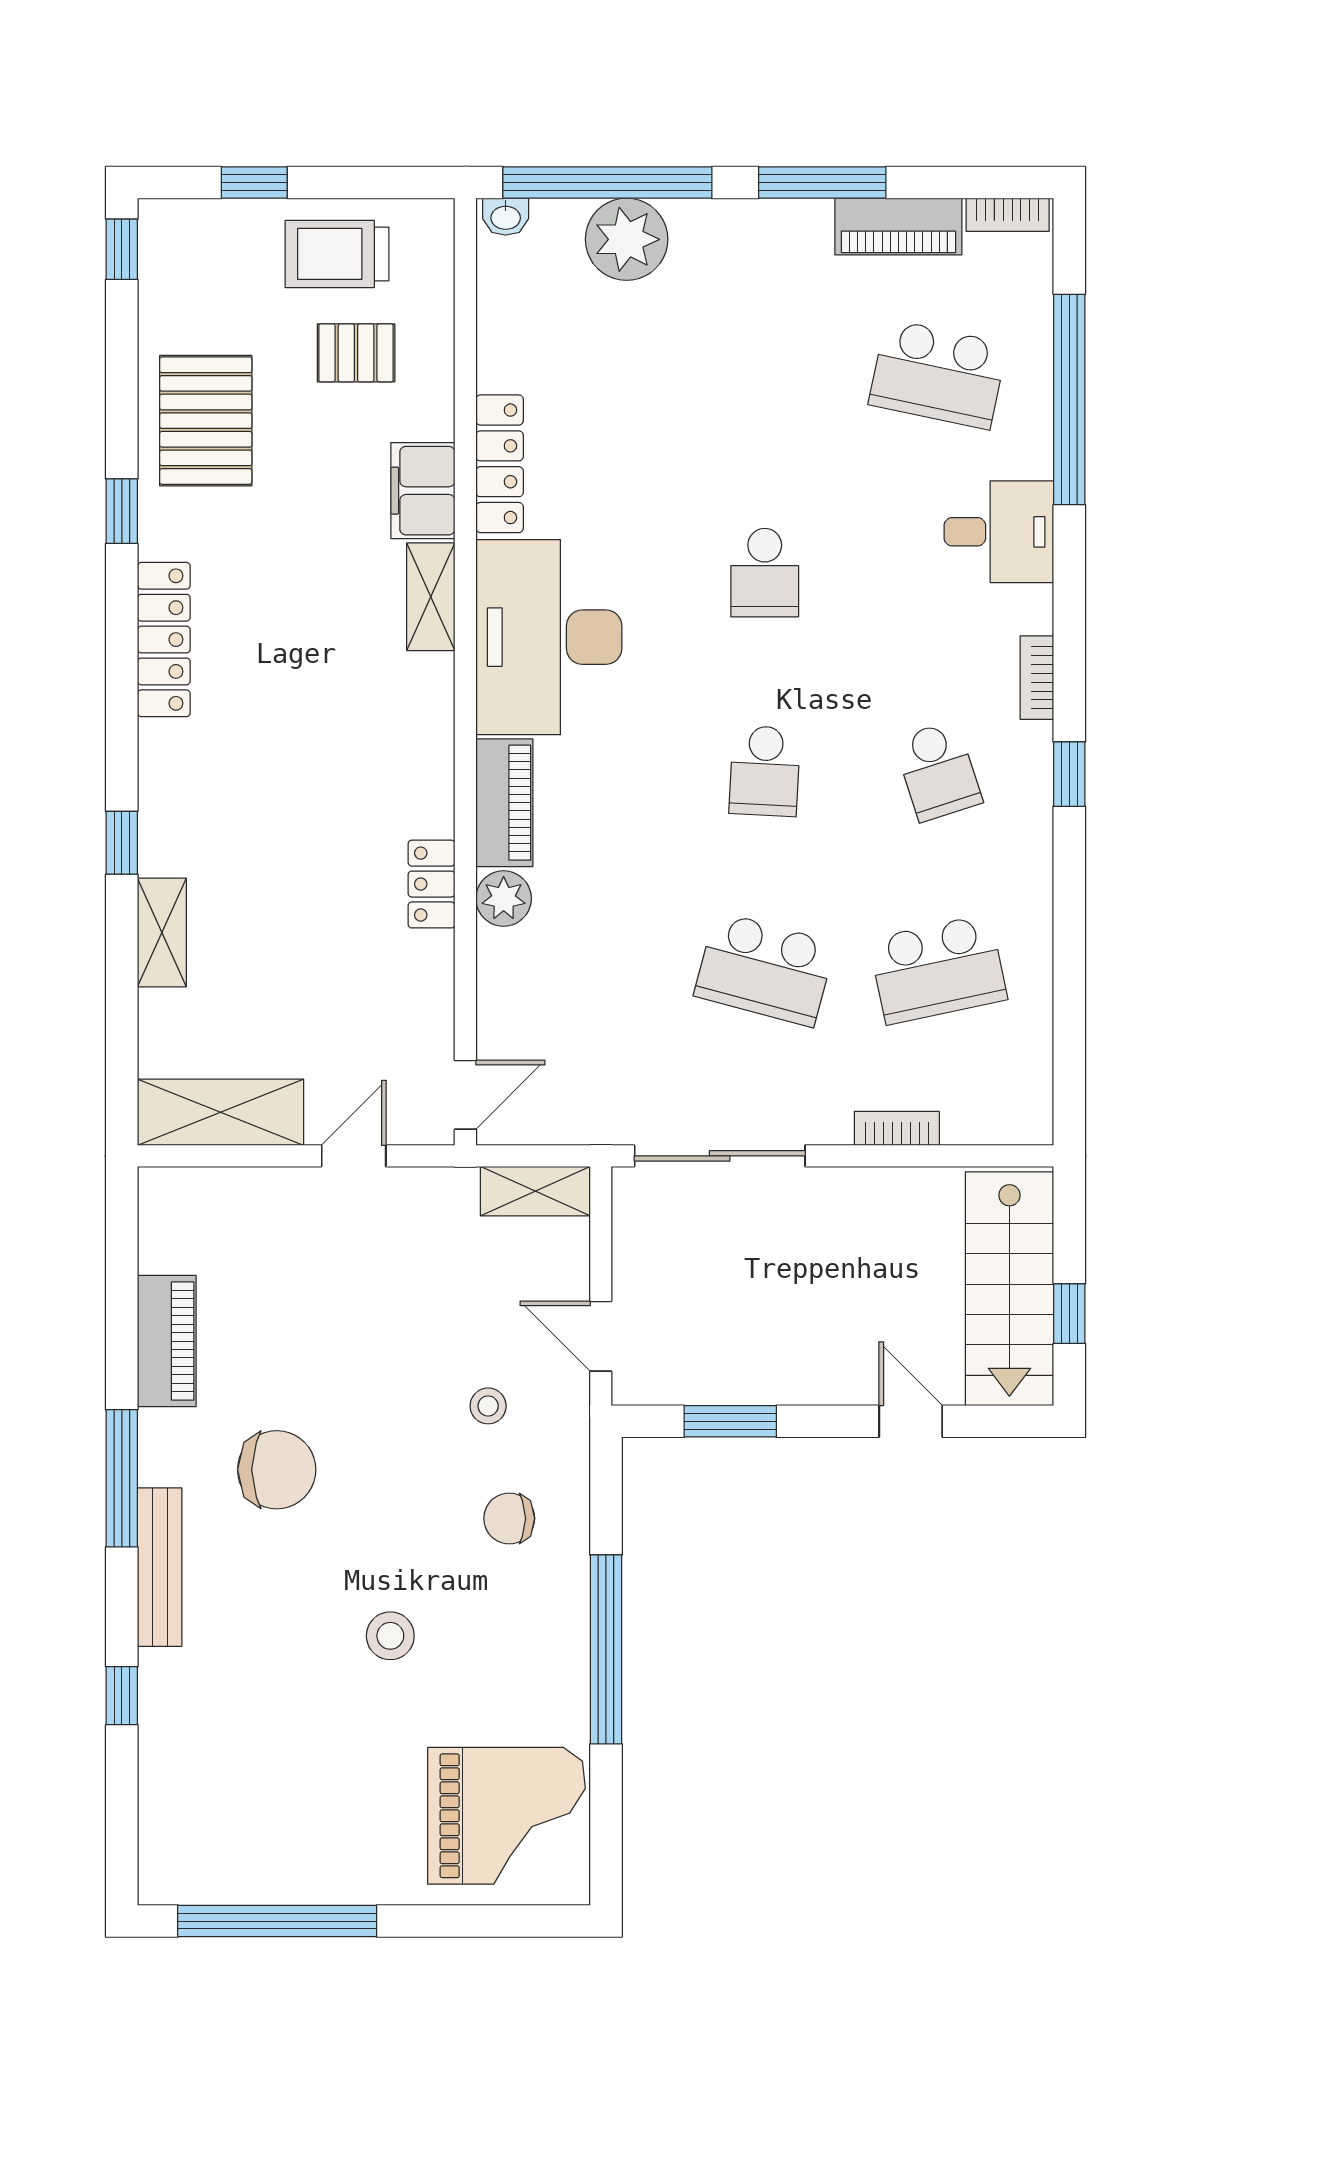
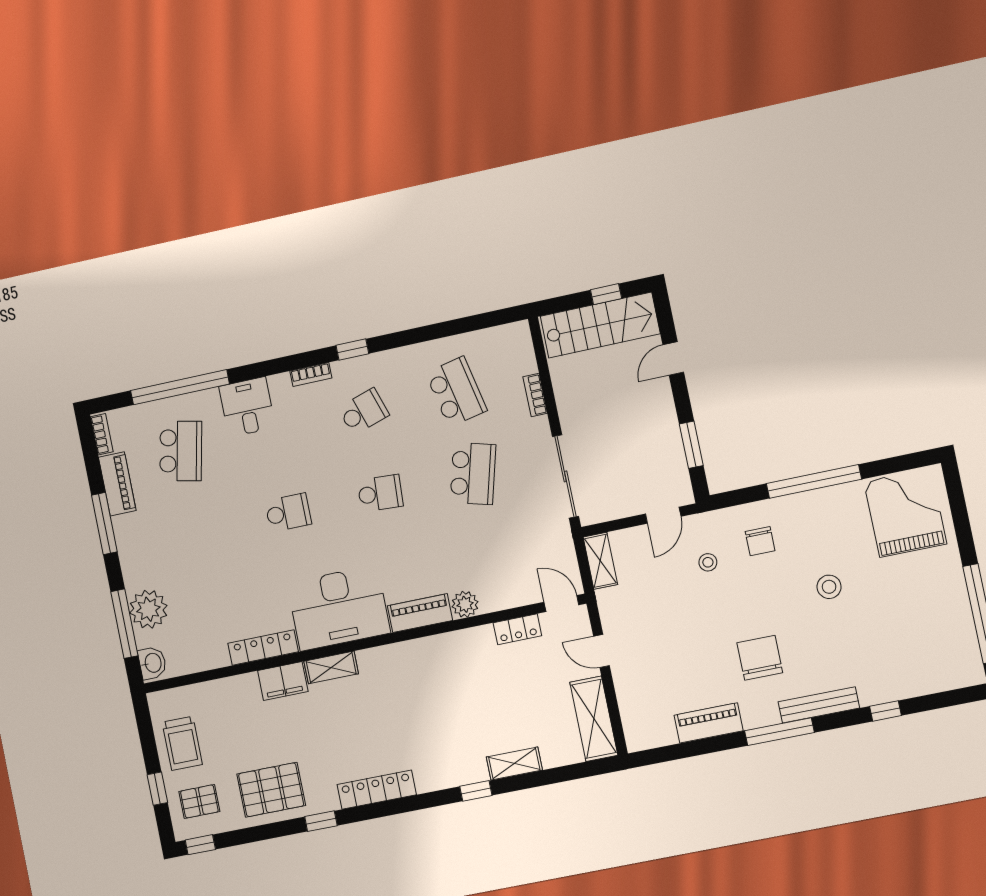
window: (607, 182) -> (124, 624), width x0.68
washbasin: (506, 217) -> (152, 663), width x1.38, depth x1.45
pallet: (356, 353) -> (199, 801), moved, turned 90
locker: (432, 884) -> (517, 629), moved

